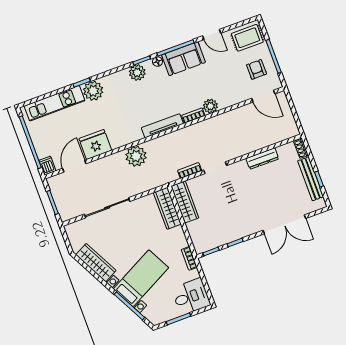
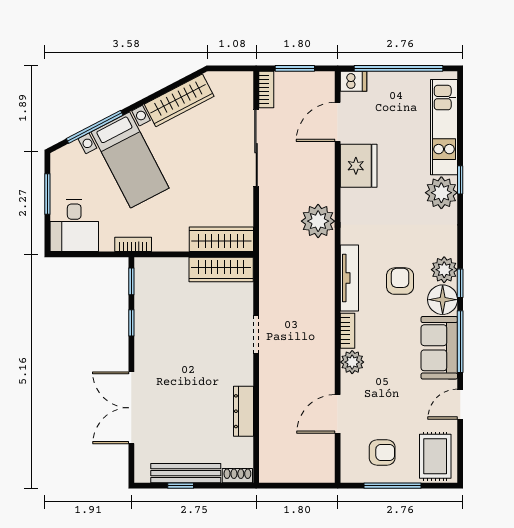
floor lamp: (157, 62) -> (443, 300), width x1.89, depth x1.89
armchair: (153, 96) -> (400, 281), added
door: (263, 96) -> (338, 414), moved
door: (74, 166) -> (338, 122), swing flipped
bookcase: (190, 171) -> (266, 89), moved

